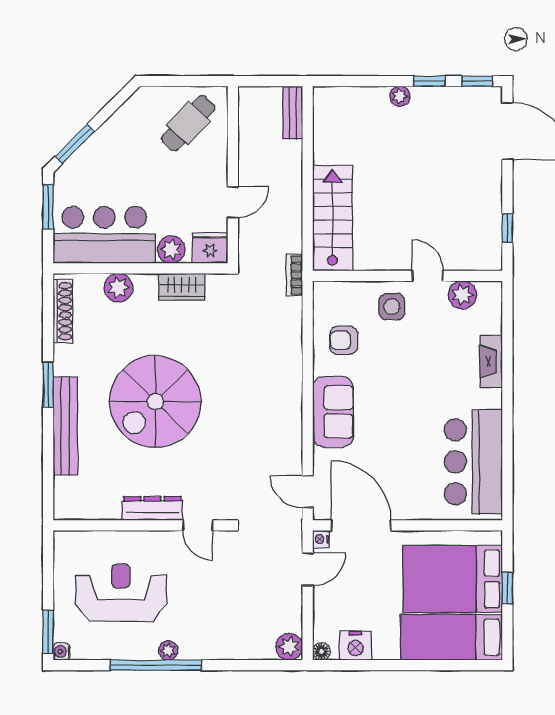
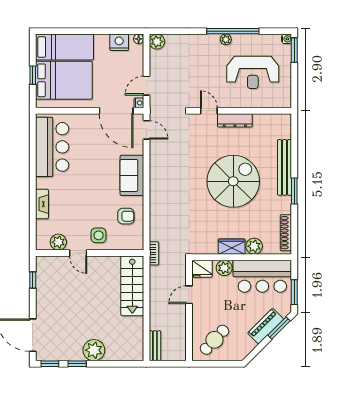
plant: (400, 96) -> (94, 350), width x1.88, depth x1.88
piano: (98, 147) -> (266, 326), added
wardrobe: (182, 287) -> (232, 247), moved

